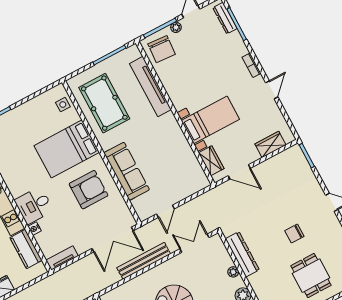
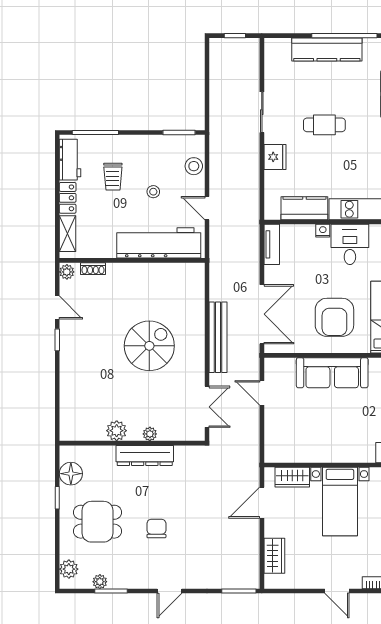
double door: (113, 240) -> (262, 314), swing flipped
dresser: (242, 254) -> (145, 455), moved

